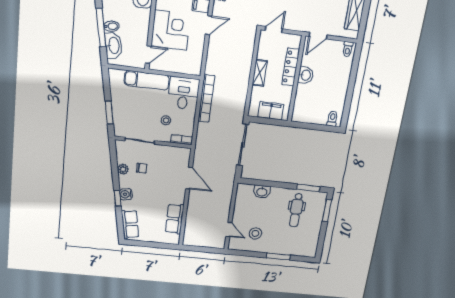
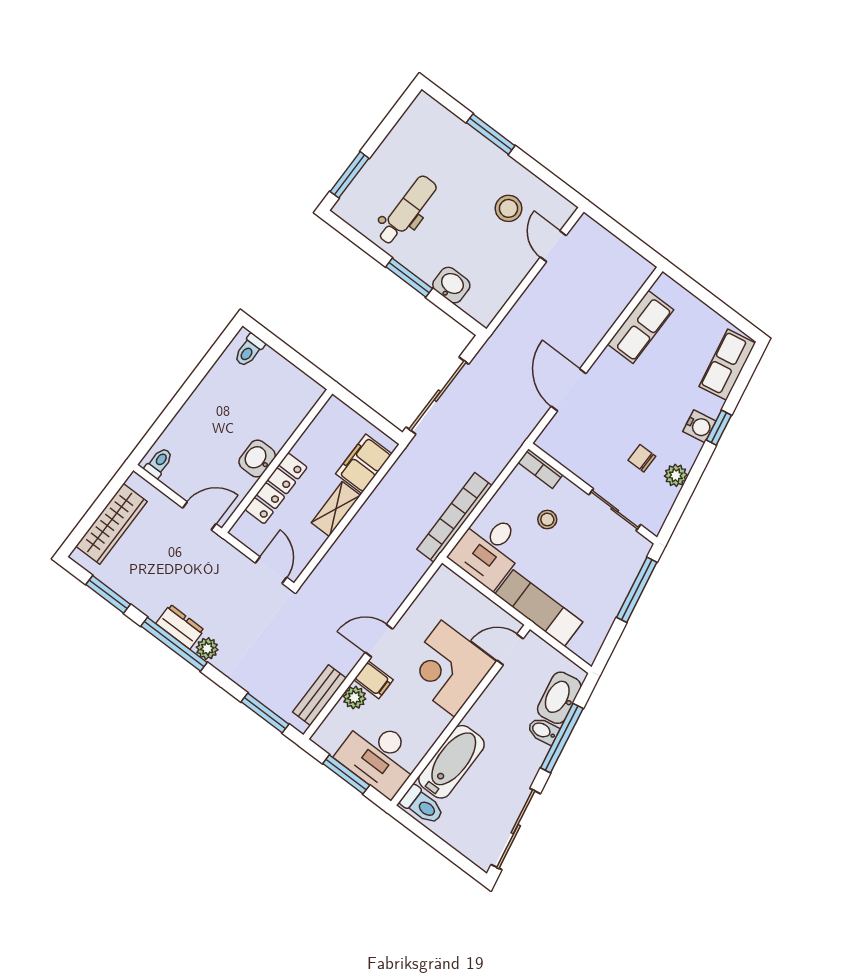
door: (274, 30) -> (271, 570), swing flipped
filing cabinet: (271, 111) -> (364, 464), moved, turned 90
window: (109, 113) -> (637, 590), width x1.44
window: (308, 188) -> (409, 278), moved

